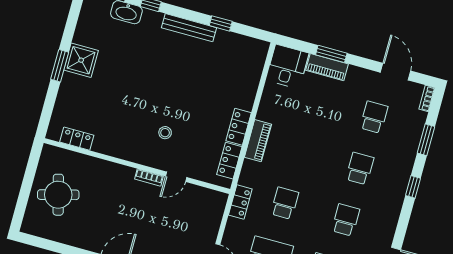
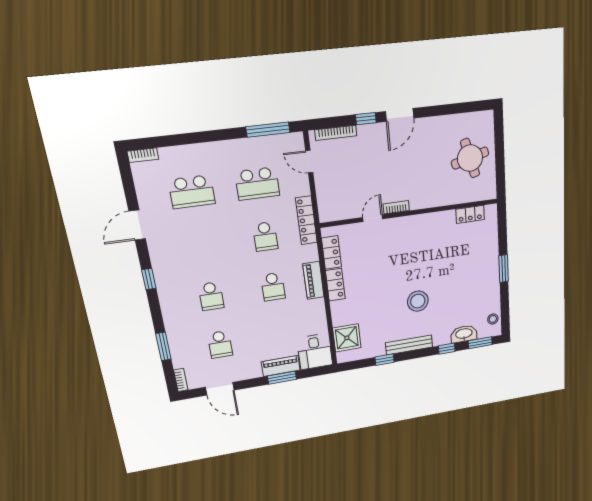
stool: (89, 14) -> (493, 319), added
shower: (81, 60) -> (347, 338), moved
stool: (165, 133) -> (418, 301), moved, width x1.89, depth x1.89
window: (413, 187) -> (149, 279), moved
locker: (240, 202) -> (306, 220), width x1.53
school desk: (346, 220) -> (273, 287), moved

